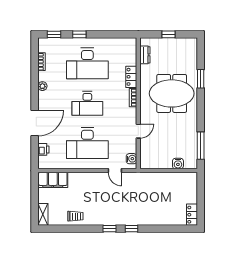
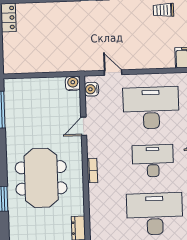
locker: (131, 77) -> (96, 198), removed
meeting table: (172, 93) -> (41, 178), turned 90
water cooler: (178, 164) -> (73, 83), moved

